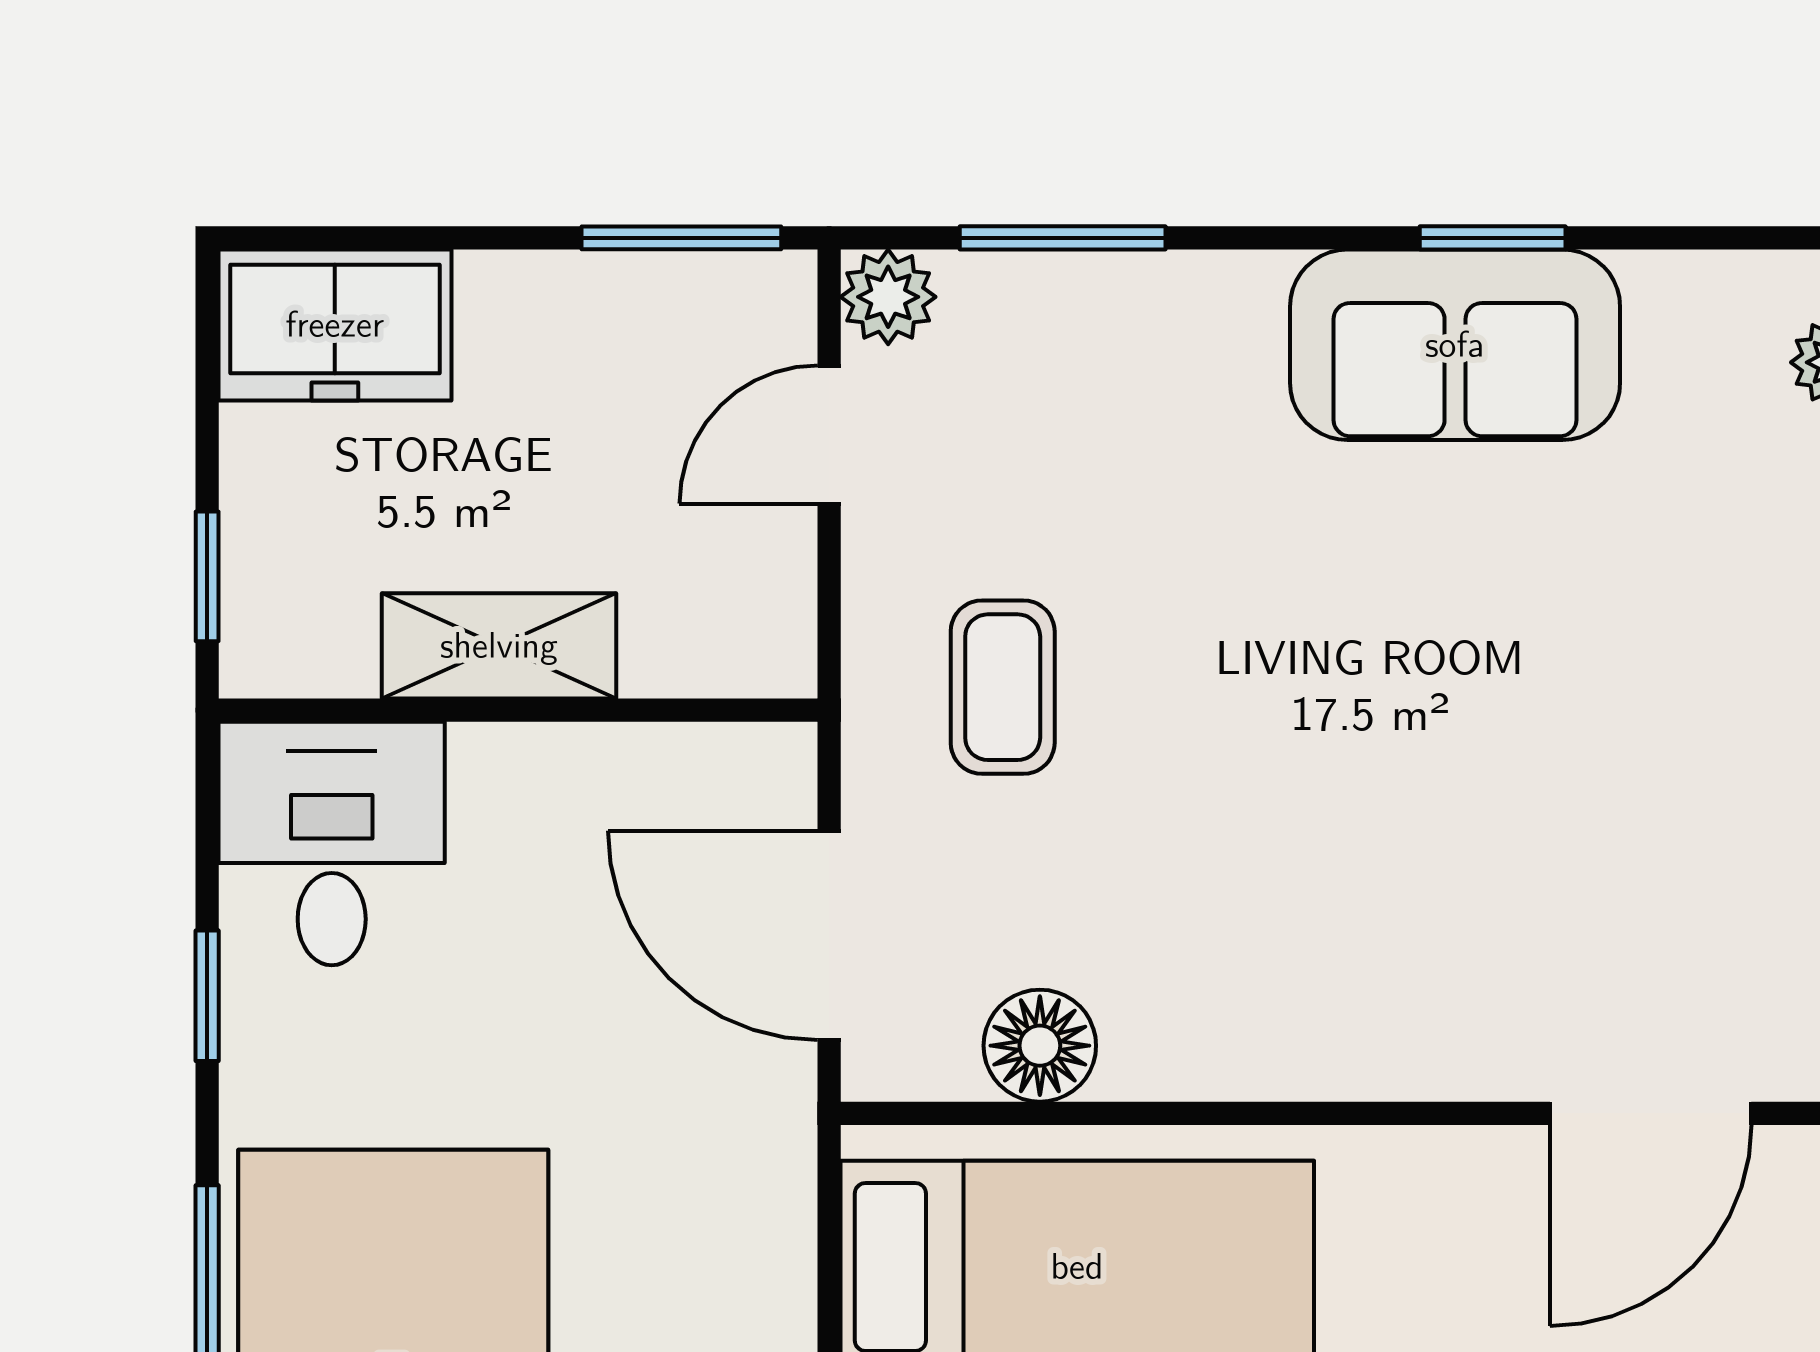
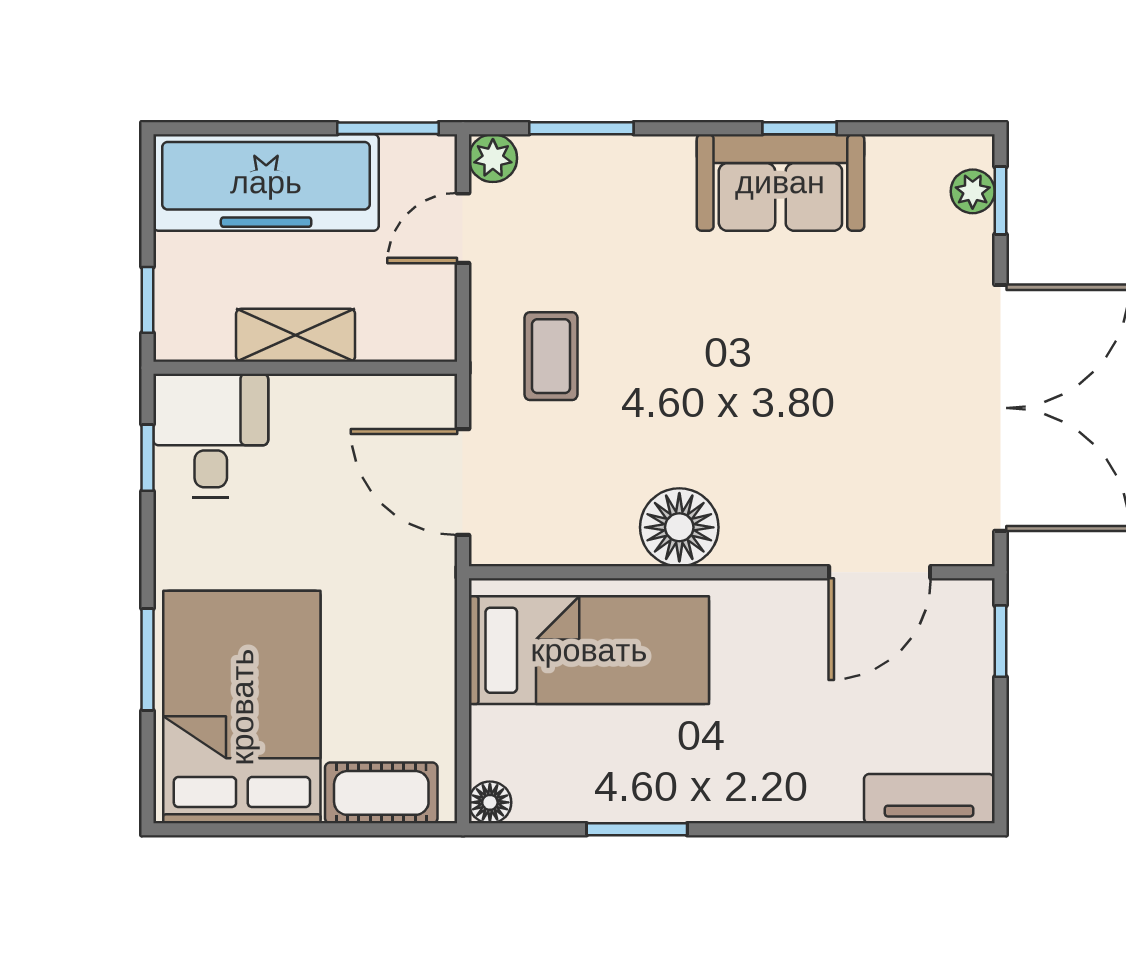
freezer: (335, 325) -> (266, 182), width x1.91, depth x1.26
window: (207, 996) -> (148, 458), moved
floor lamp: (1040, 1046) -> (679, 527), moved, width x1.38, depth x1.38

